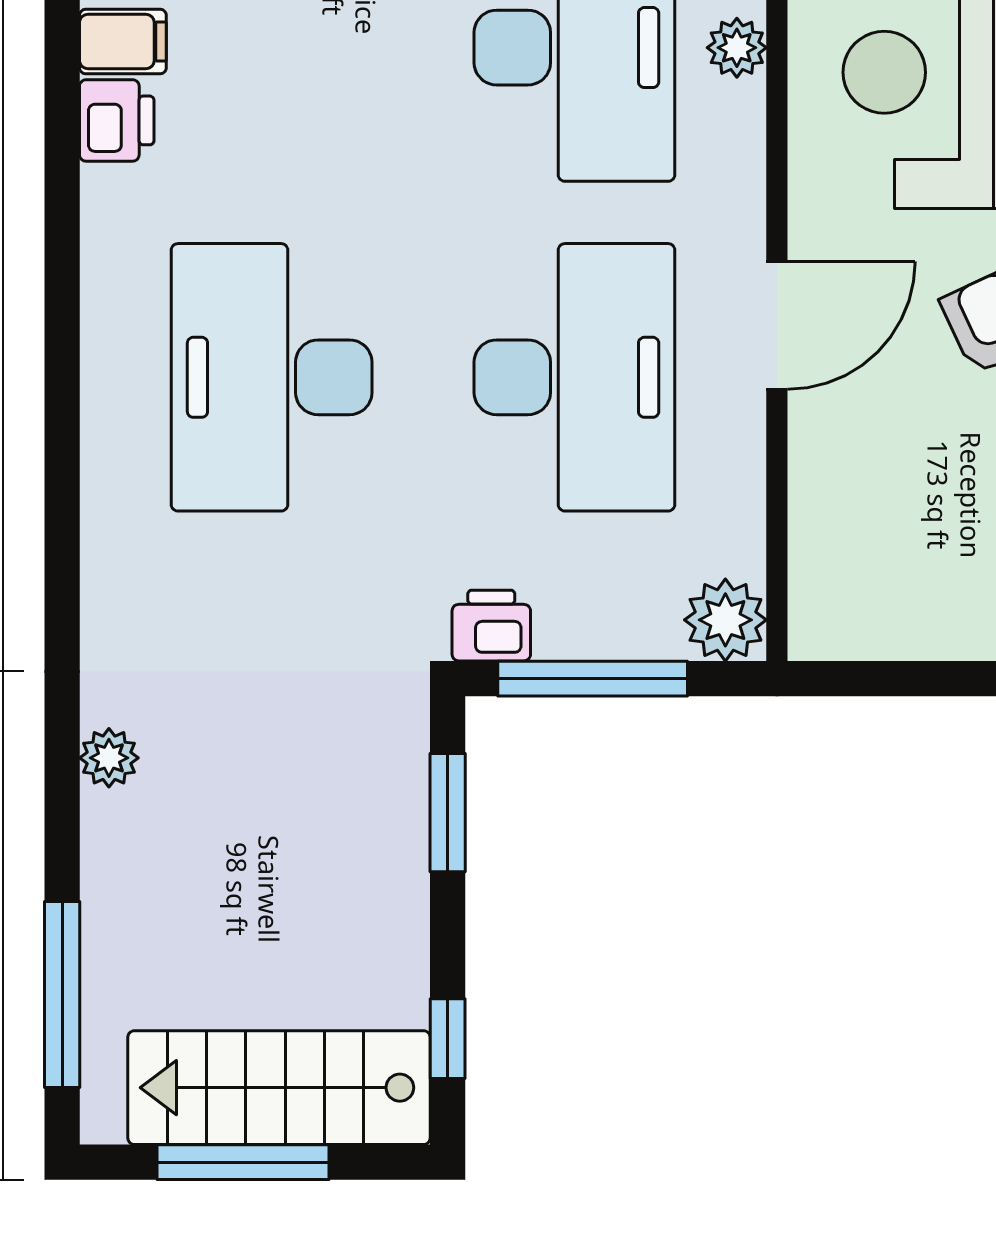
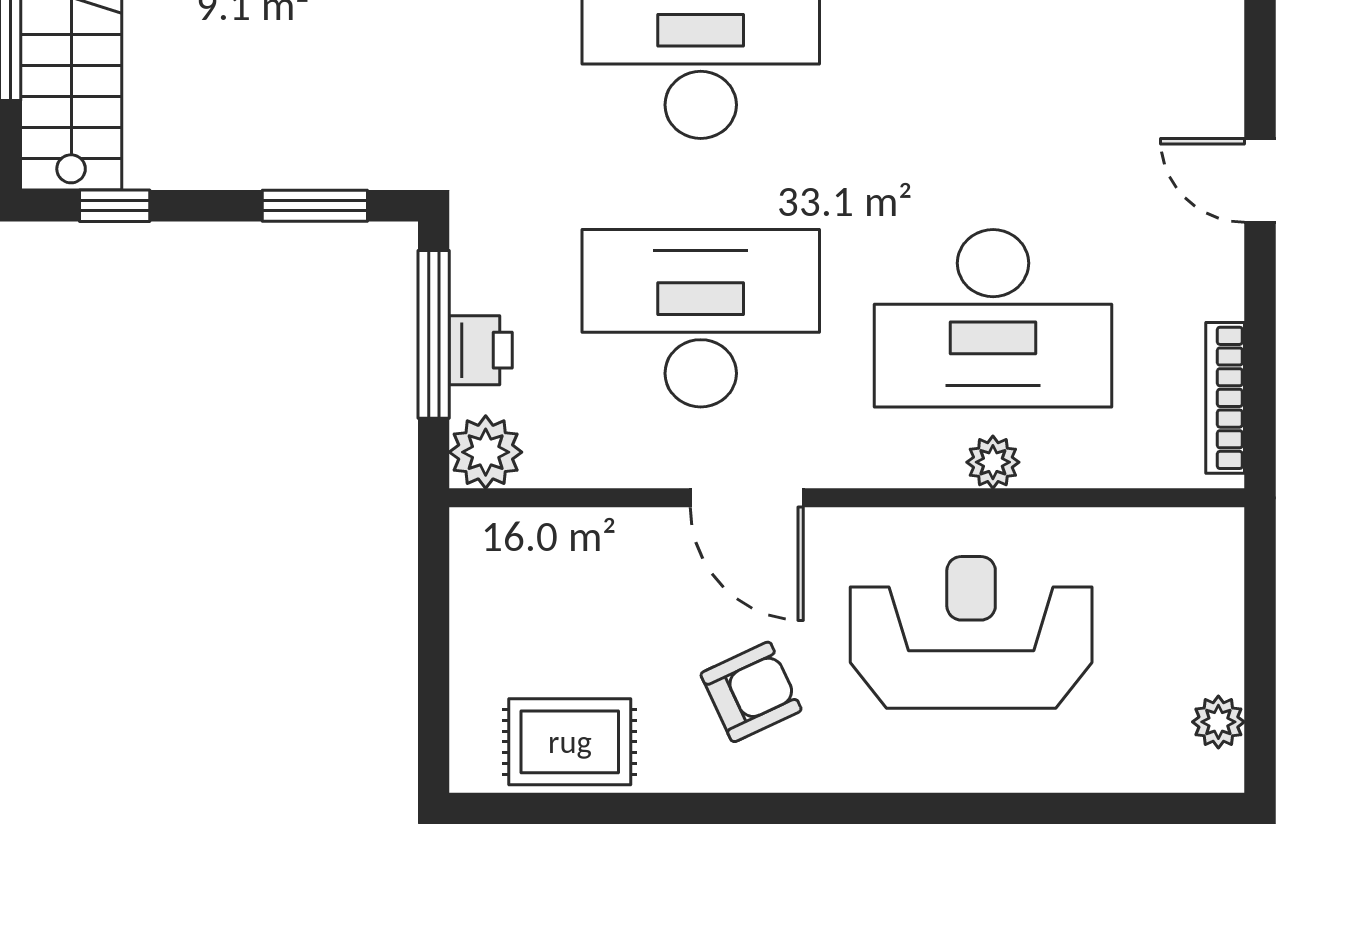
desk: (574, 377) -> (701, 318), turned 180
printer: (491, 626) -> (481, 350), moved

